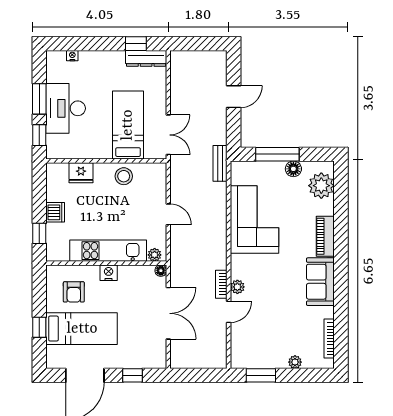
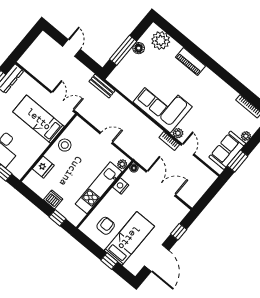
corner sofa: (254, 219) -> (163, 104), moved
nightstand: (109, 273) -> (121, 186), moved
sofa: (320, 282) -> (227, 150), moved, turned 90
armchair: (74, 292) -> (106, 226), turned -90

